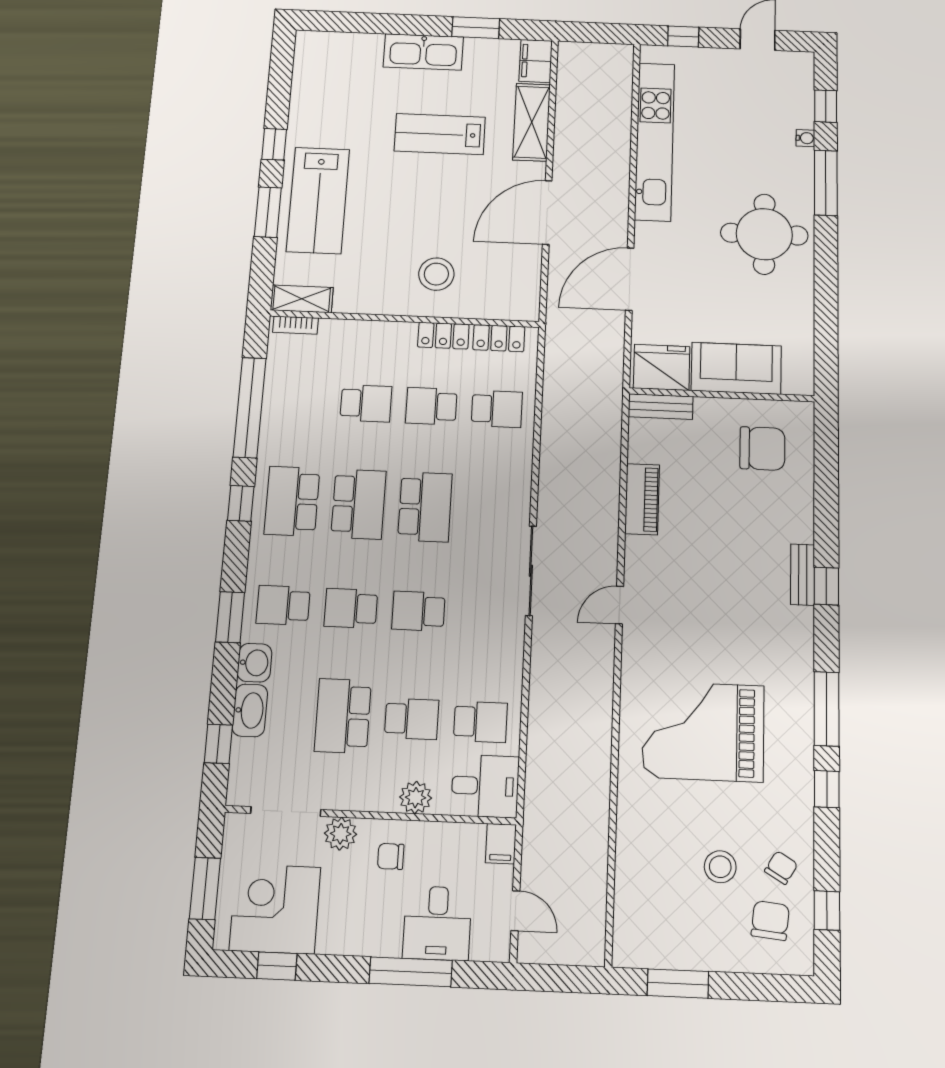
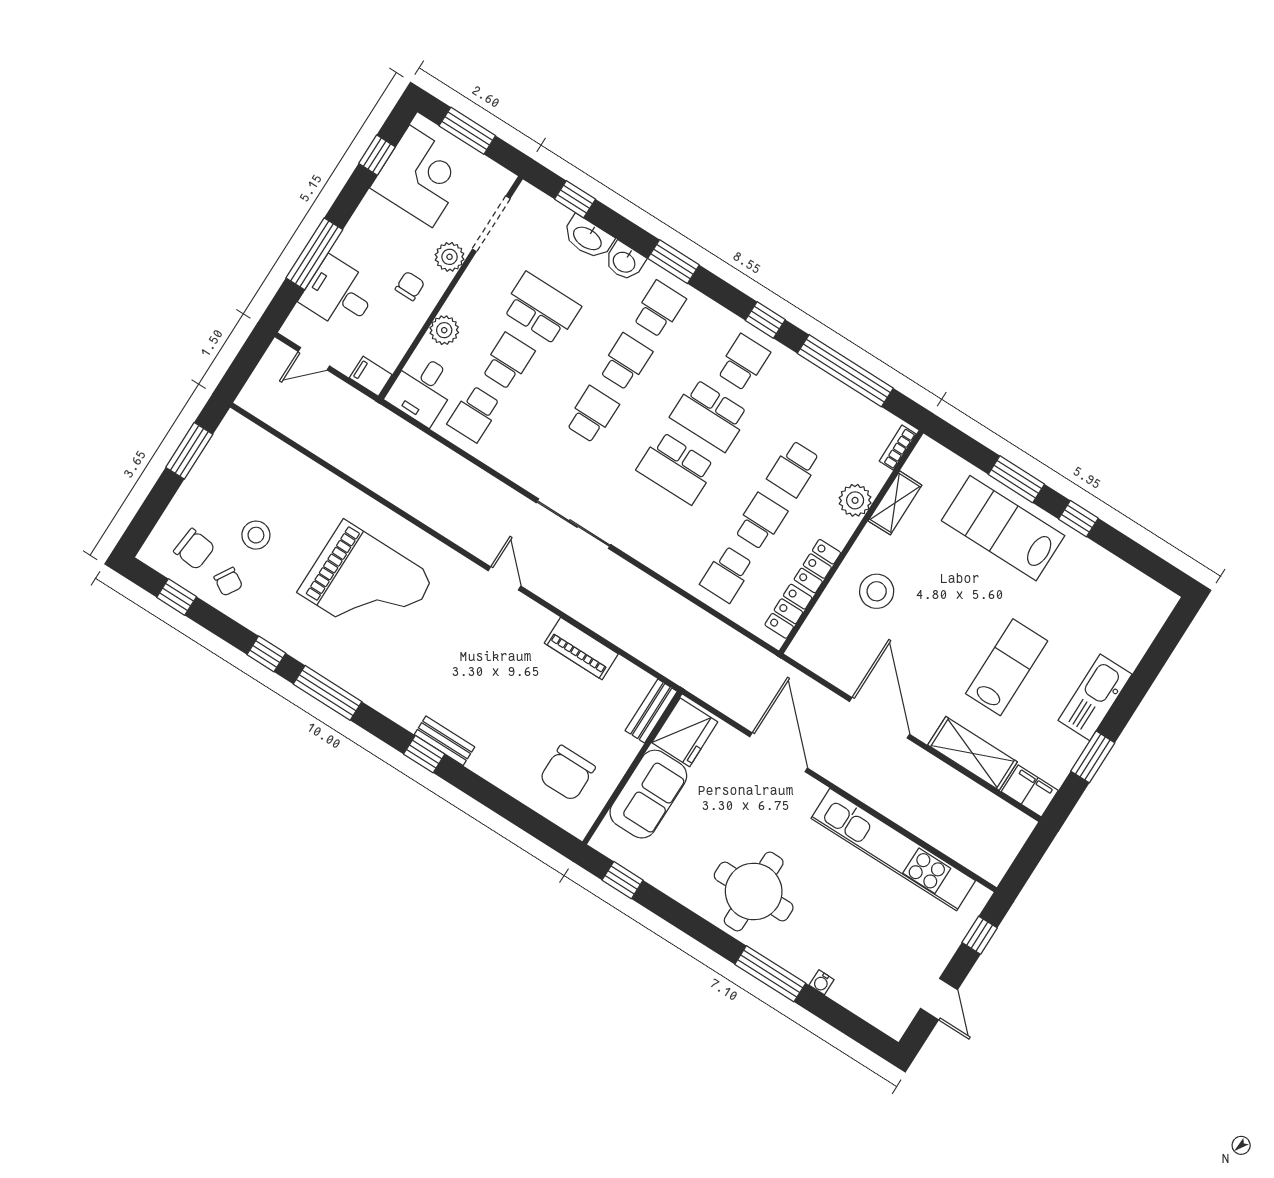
window: (826, 106) -> (623, 880), moved
shelving: (302, 299) -> (895, 503), moved
plant: (365, 336) -> (855, 500), added
school desk: (292, 501) -> (743, 362), width x0.54
school desk: (412, 719) -> (508, 361), turned 180
grand piano: (703, 731) -> (366, 585), turned 90

